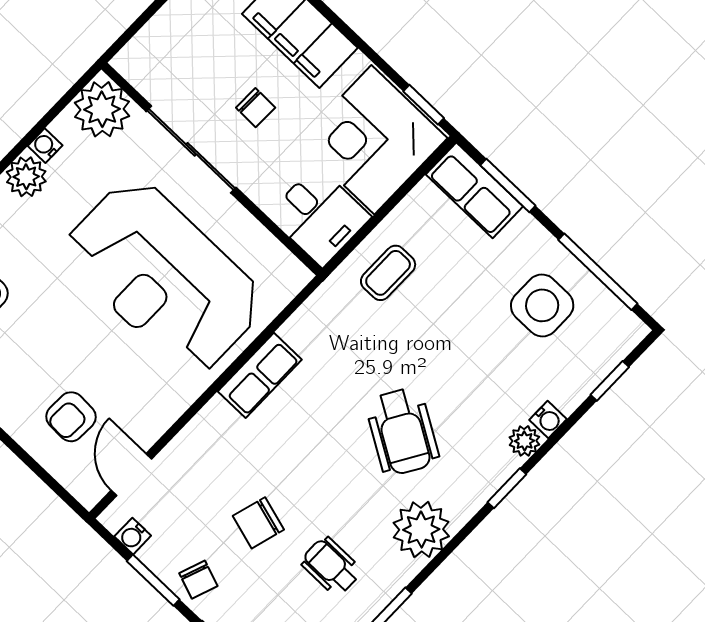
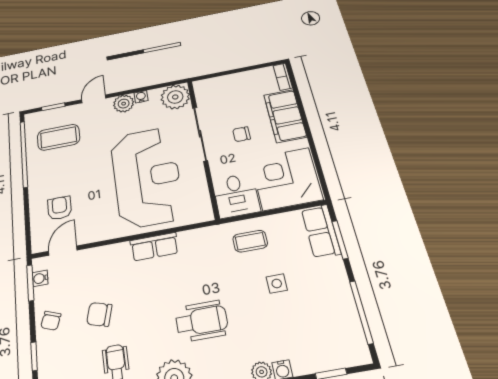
window: (424, 105) -> (322, 179), removed
chair: (256, 108) -> (241, 134), turned 89
reception desk: (164, 277) -> (147, 177), turned 180
side table: (542, 305) -> (277, 283), moved, width x0.54, depth x0.54
armchair: (71, 417) -> (60, 208), turned 88
wheelchair: (402, 432) -> (202, 321), turned -121
window: (153, 580) -> (30, 283), moved

